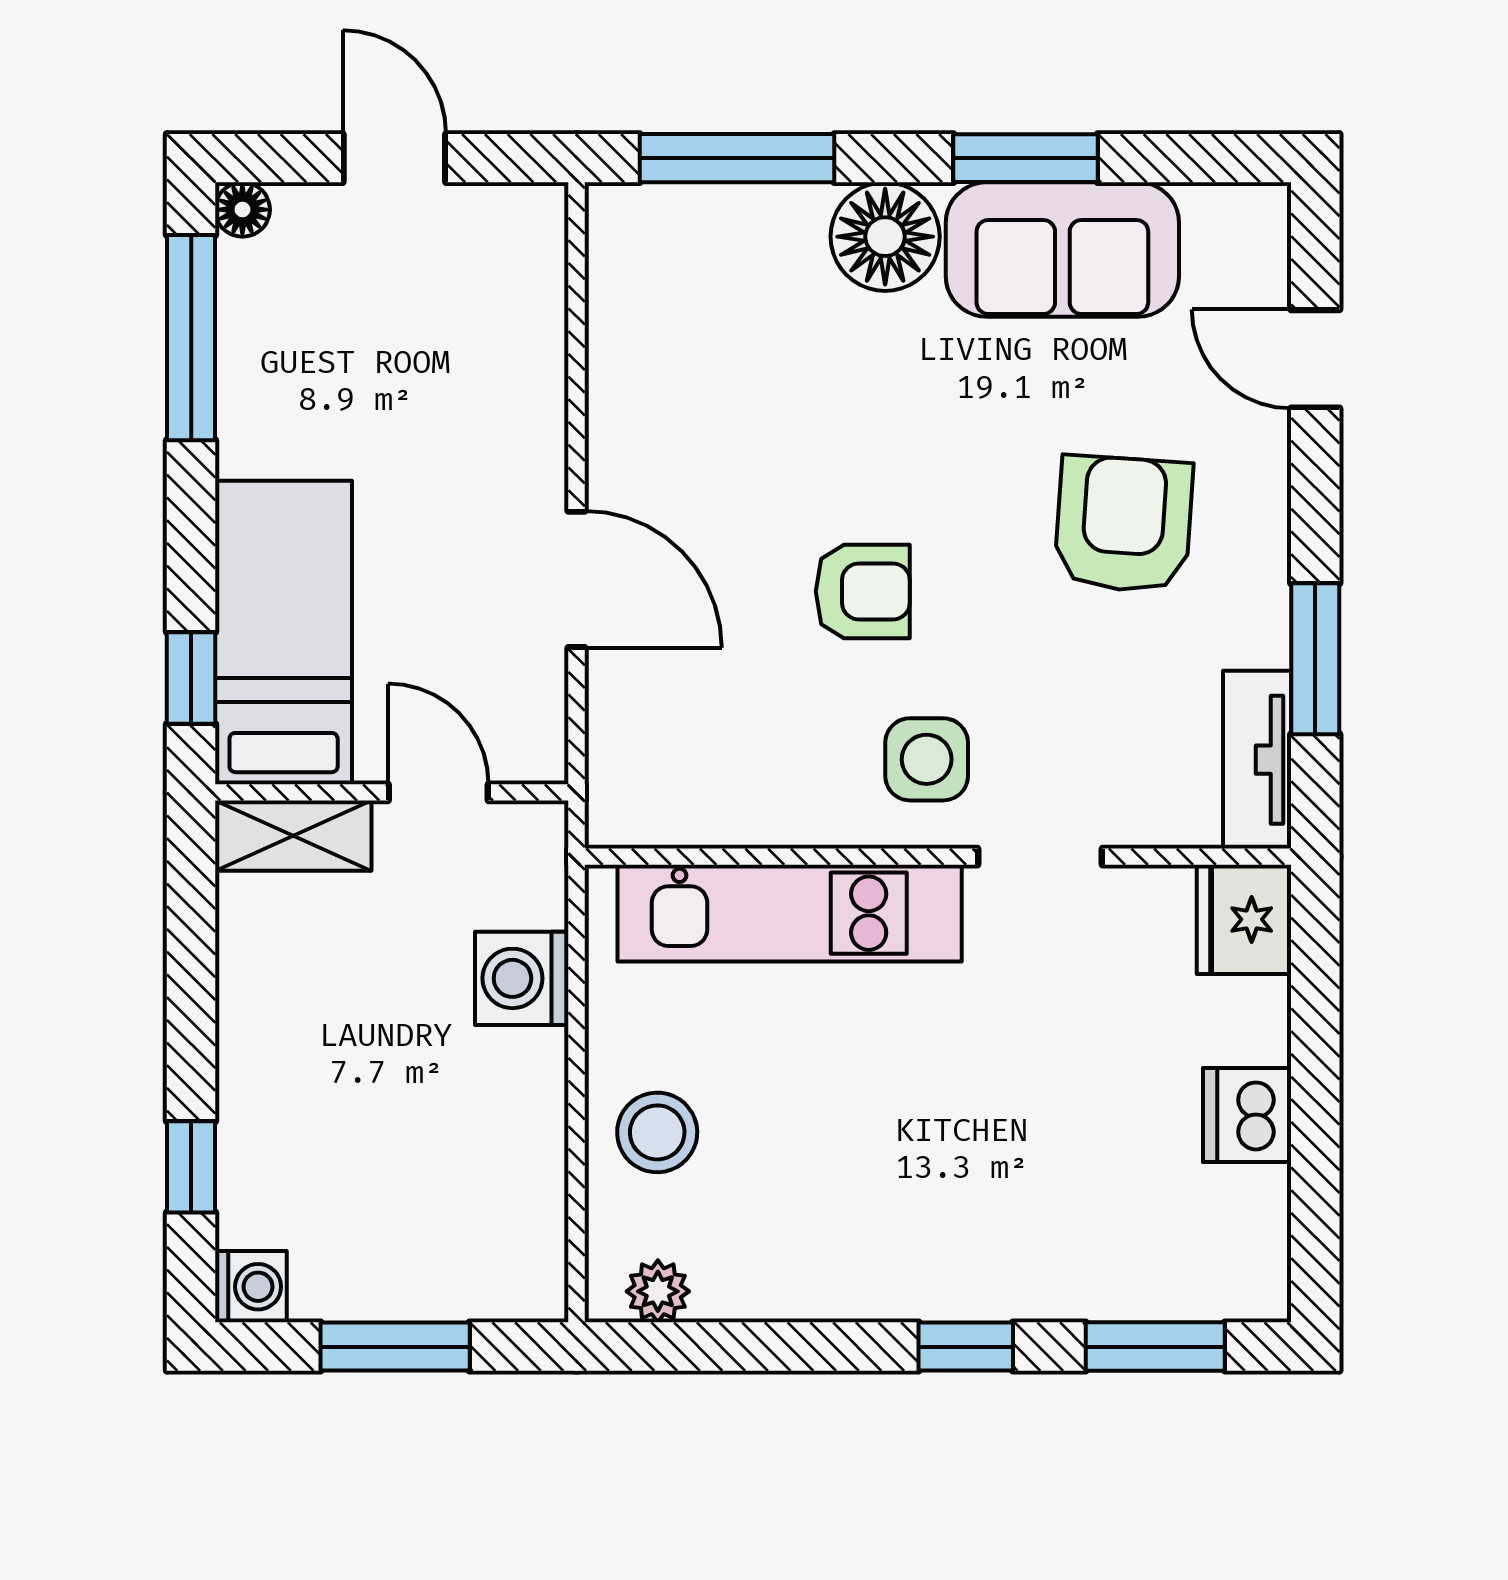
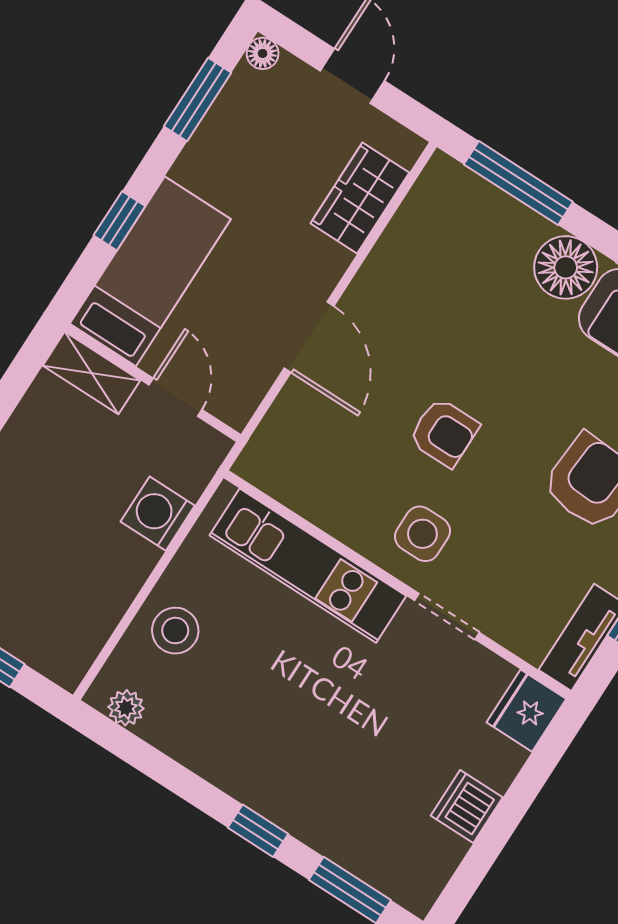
wardrobe: (520, 329) -> (360, 198), added
window: (191, 338) -> (198, 100), width x0.69
window: (191, 678) -> (119, 221), moved

